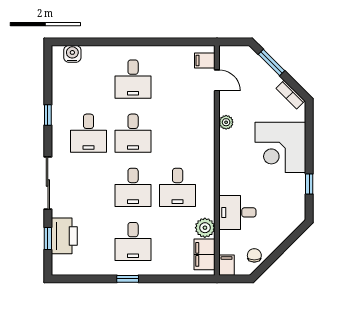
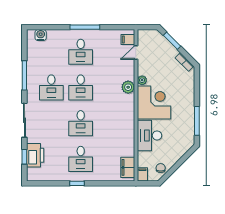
window: (139, 42) -> (85, 27), added
door: (217, 80) -> (136, 53), swing flipped
window: (48, 115) -> (24, 75), width x2.17
corner desk: (280, 147) -> (154, 102), moved, turned 180
window: (309, 184) -> (197, 121), width x2.17
desk: (178, 187) -> (110, 123), removed
desk: (237, 212) -> (150, 135), width x1.37
plant: (205, 228) -> (128, 87), moved

